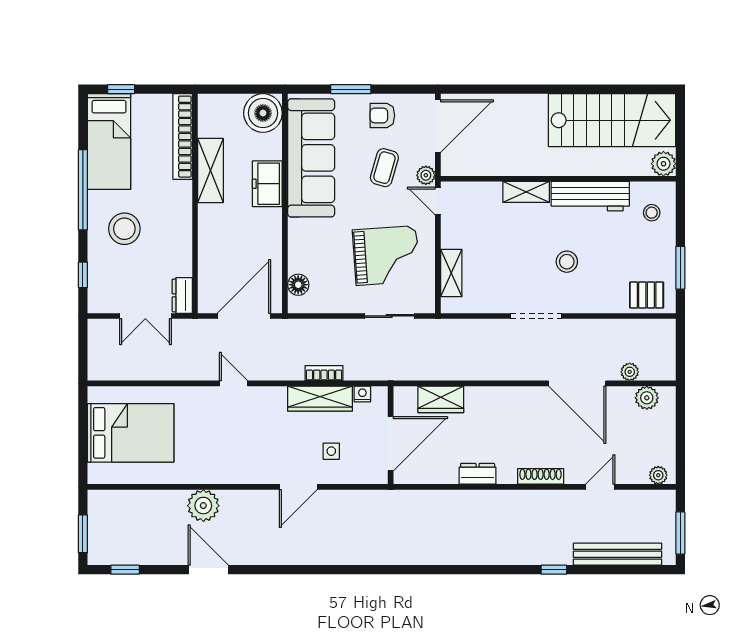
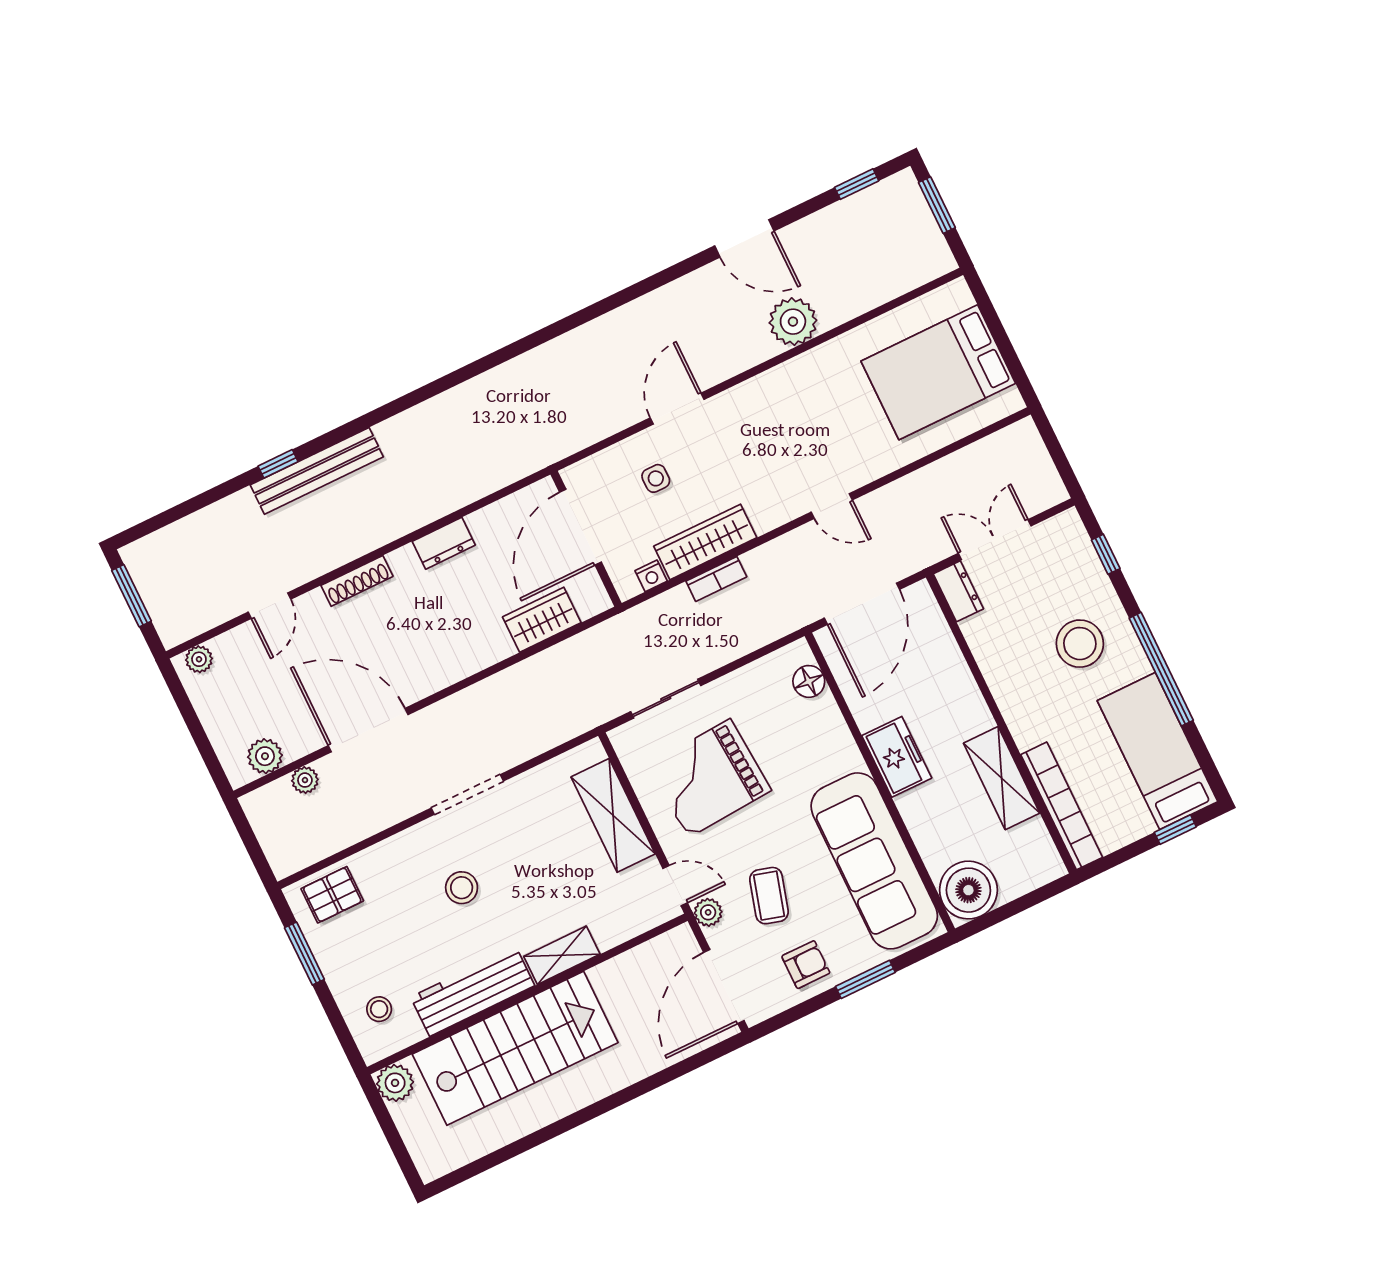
stairs: (612, 120) -> (515, 1048), moved, turned 180
freezer: (267, 184) -> (897, 757), moved
shelving: (451, 273) -> (613, 815), width x1.50, depth x1.33
bench: (618, 554) -> (317, 471), moved

